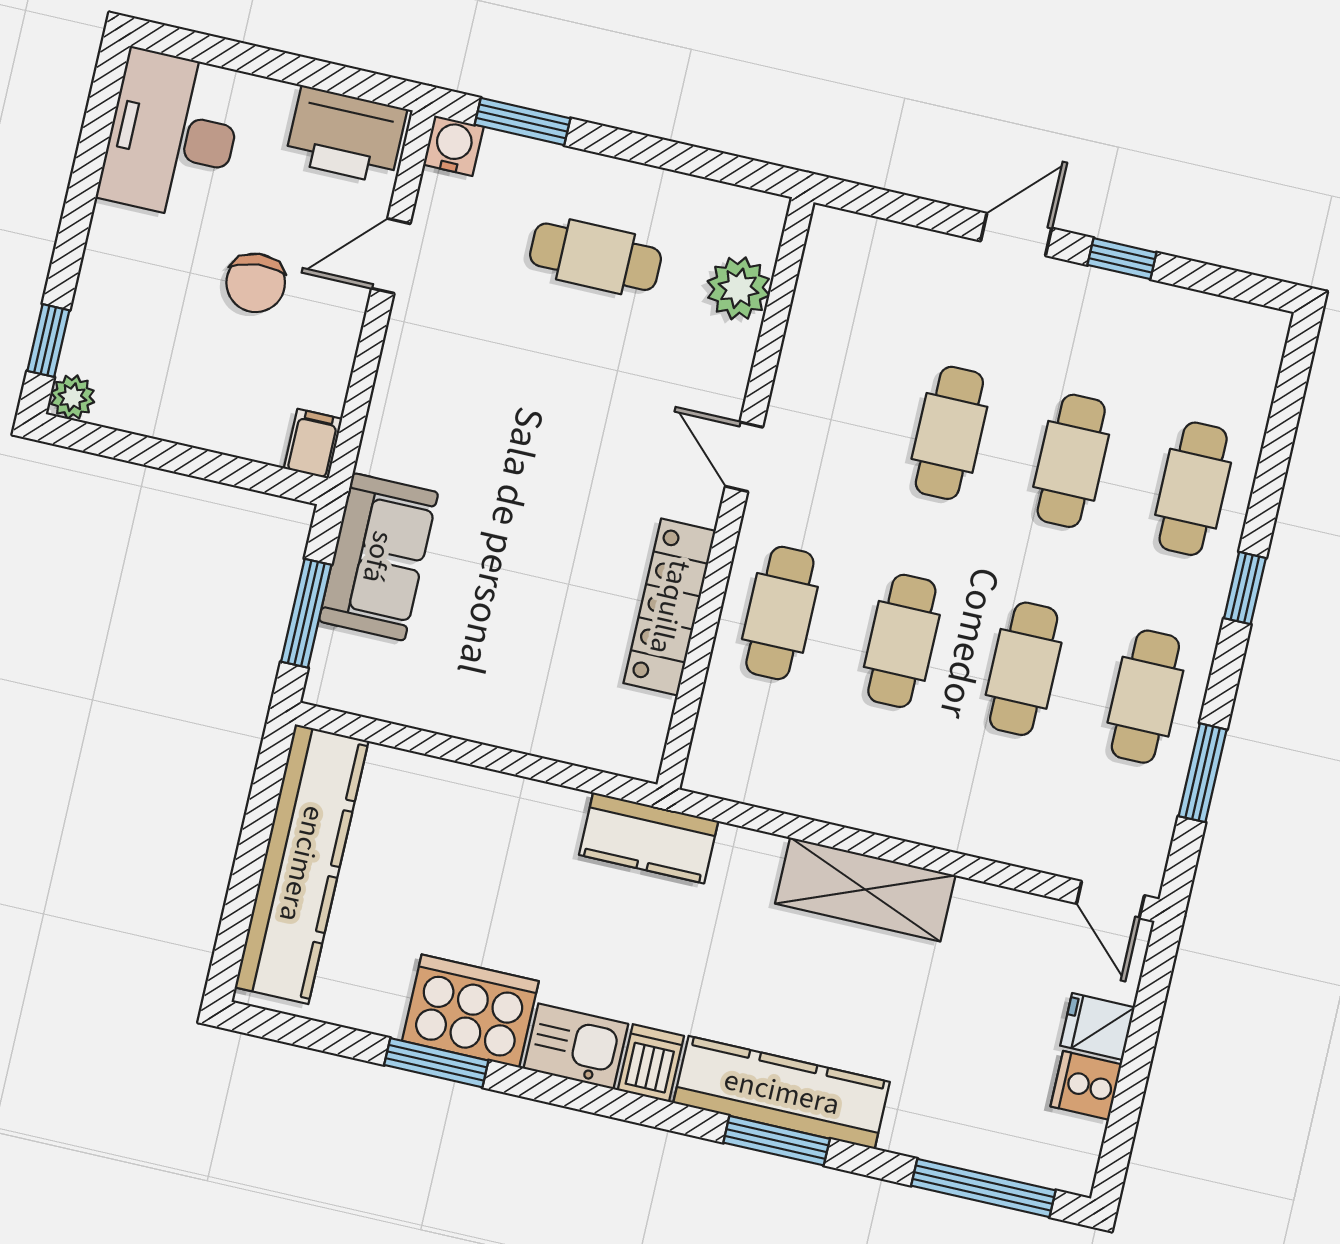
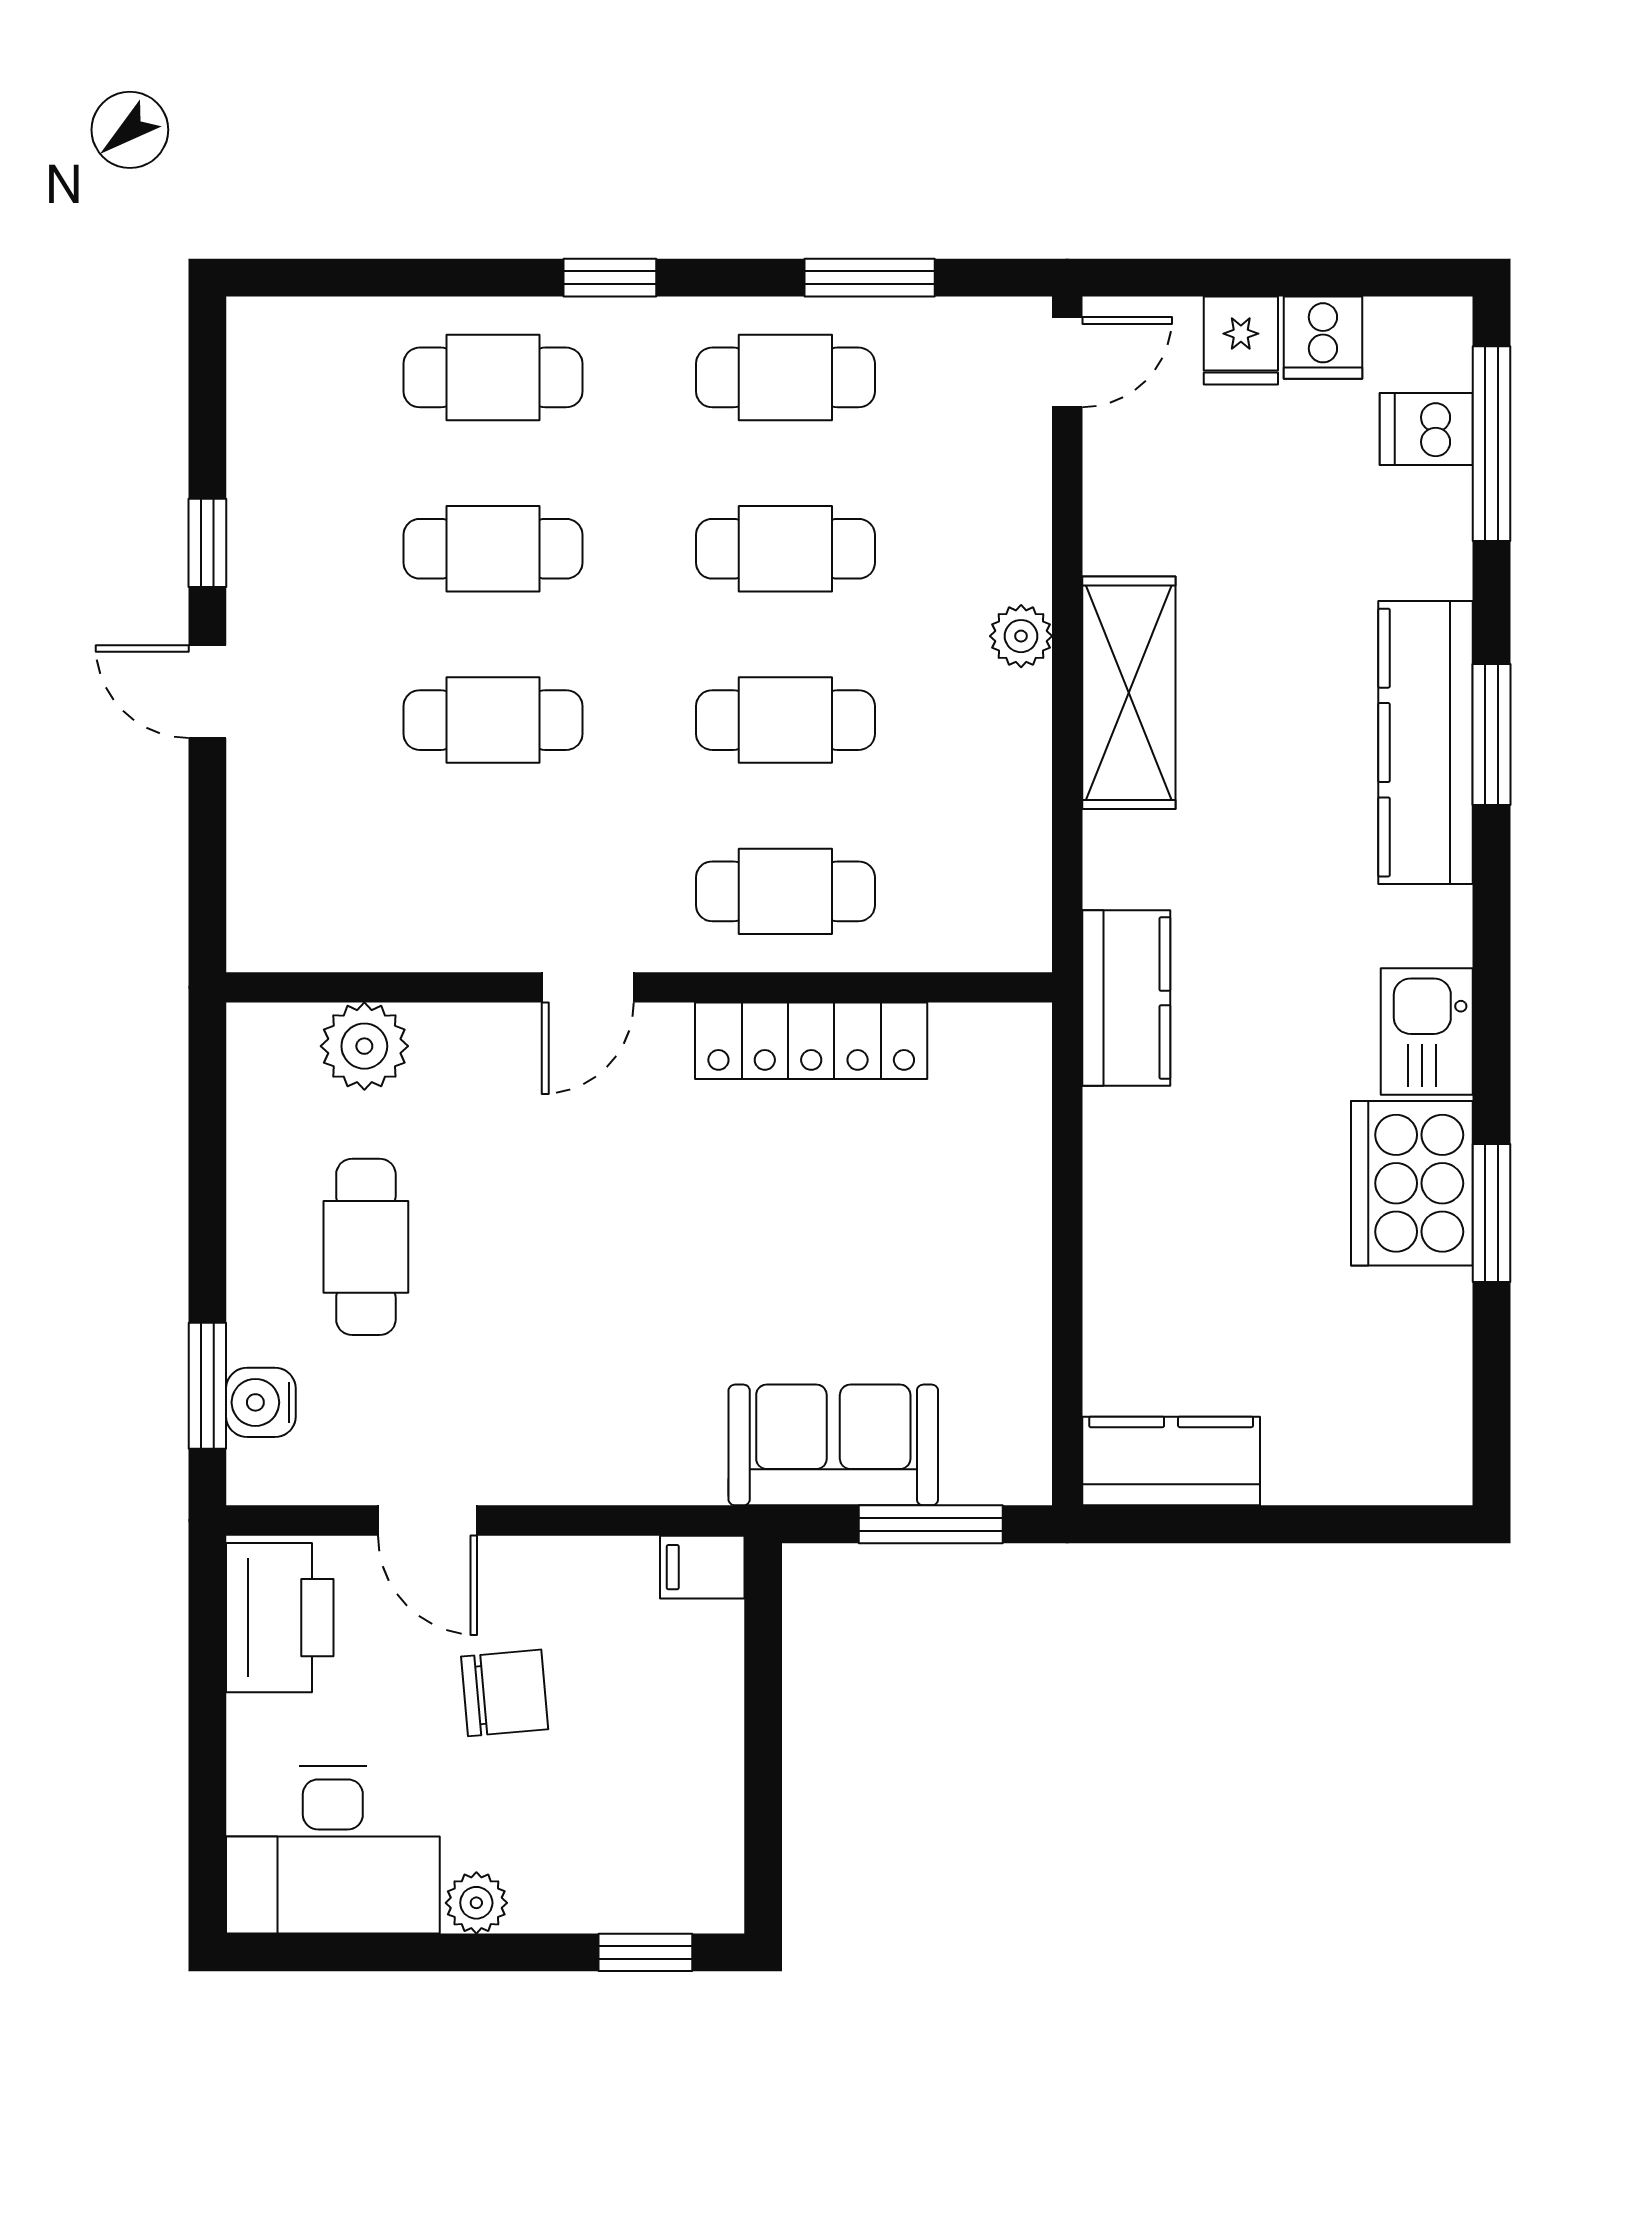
water cooler: (453, 146) -> (261, 1402), moved
plant: (72, 397) -> (476, 1903), moved
plant: (923, 822) -> (1021, 636), added
kitchen counter: (302, 864) -> (1171, 1461), width x0.48, depth x0.86
dishwasher: (651, 1063) -> (1426, 429), moved

